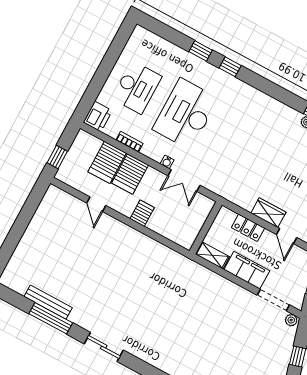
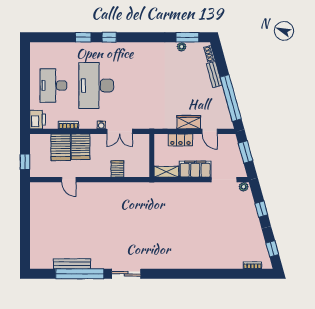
desk: (137, 87) -> (53, 86), turned 180
server rack: (142, 213) -> (117, 169), moved
window: (51, 318) -> (80, 274), width x1.46

